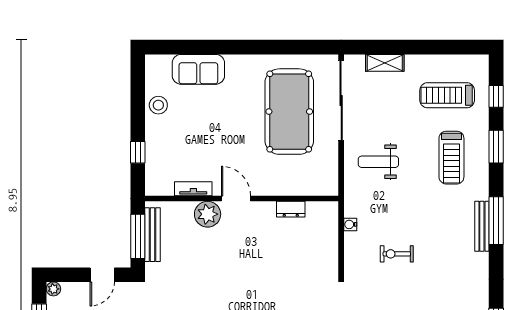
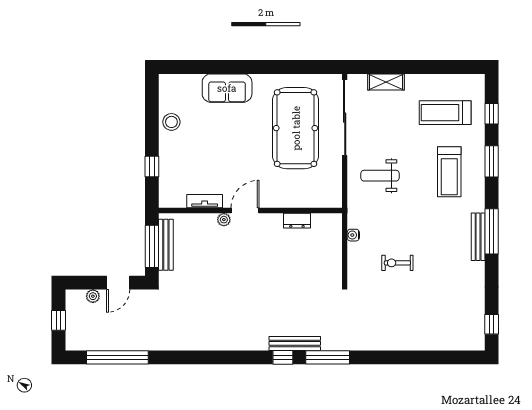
sofa: (198, 69) -> (227, 88), moved
door: (236, 199) -> (245, 210), hinge flipped
plant: (208, 214) -> (224, 220), width x0.53, depth x0.53
plant: (53, 289) -> (93, 296), moved

